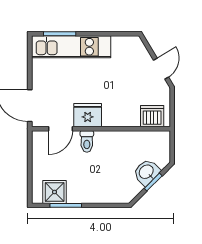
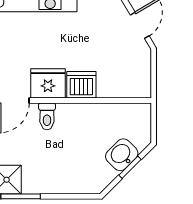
dishwasher: (152, 116) -> (81, 85), moved

